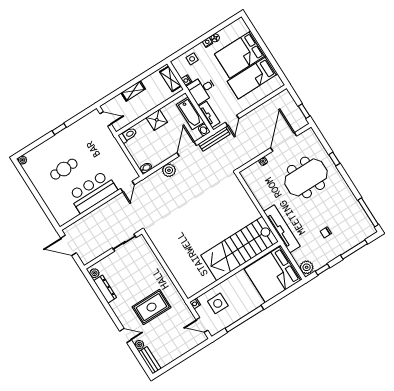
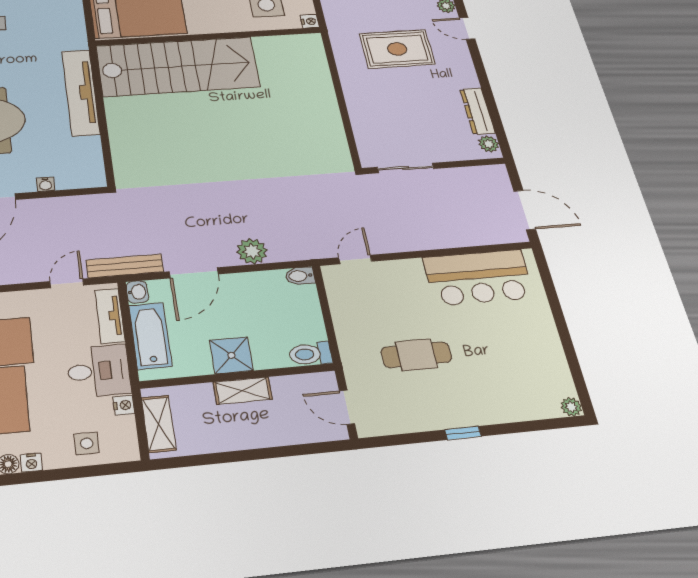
shelving: (133, 91) -> (243, 391), moved
cafe table: (64, 169) -> (416, 355), moved
bar counter: (93, 192) -> (479, 277), moved
tv unit: (282, 229) -> (81, 92), moved

